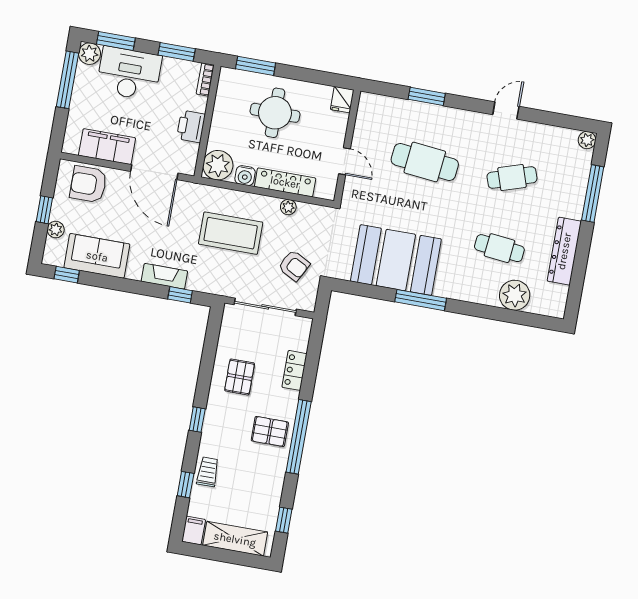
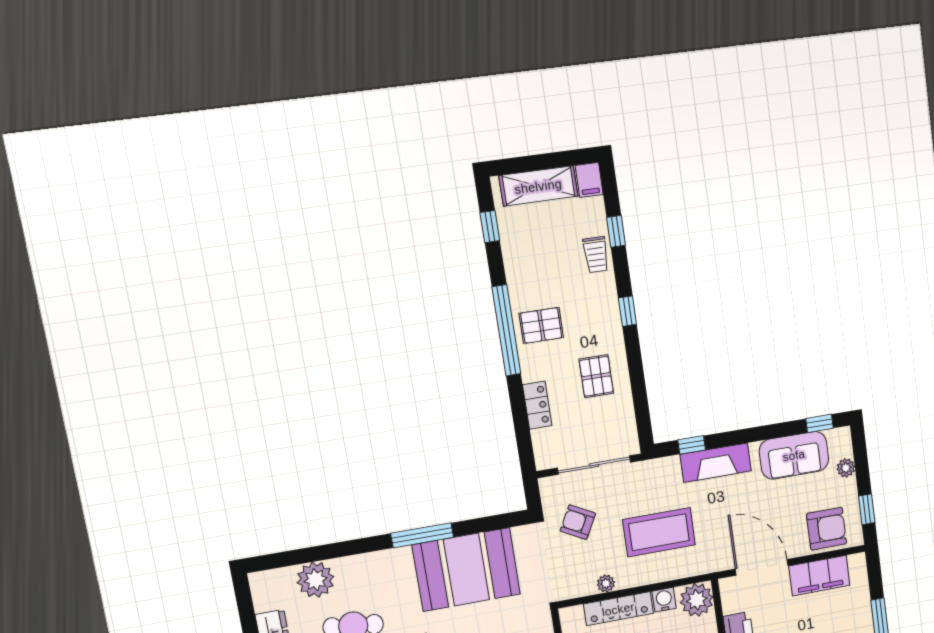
window: (44, 210) -> (867, 509), moved
fireplace: (164, 276) -> (716, 463), width x1.37, depth x1.32

